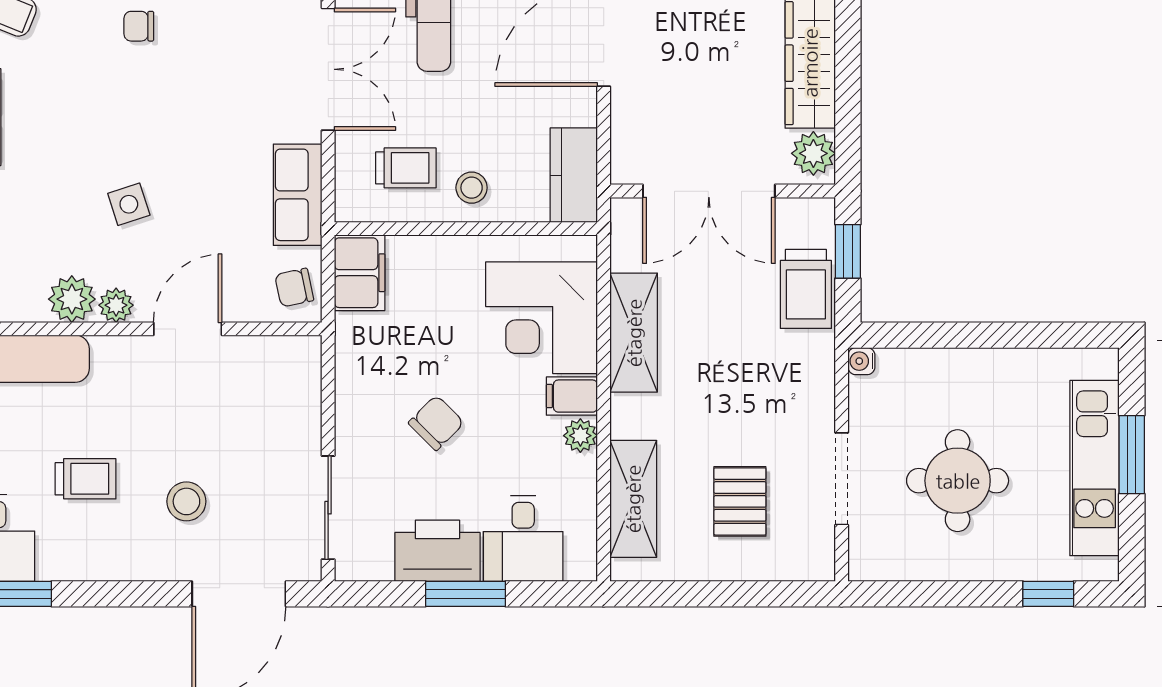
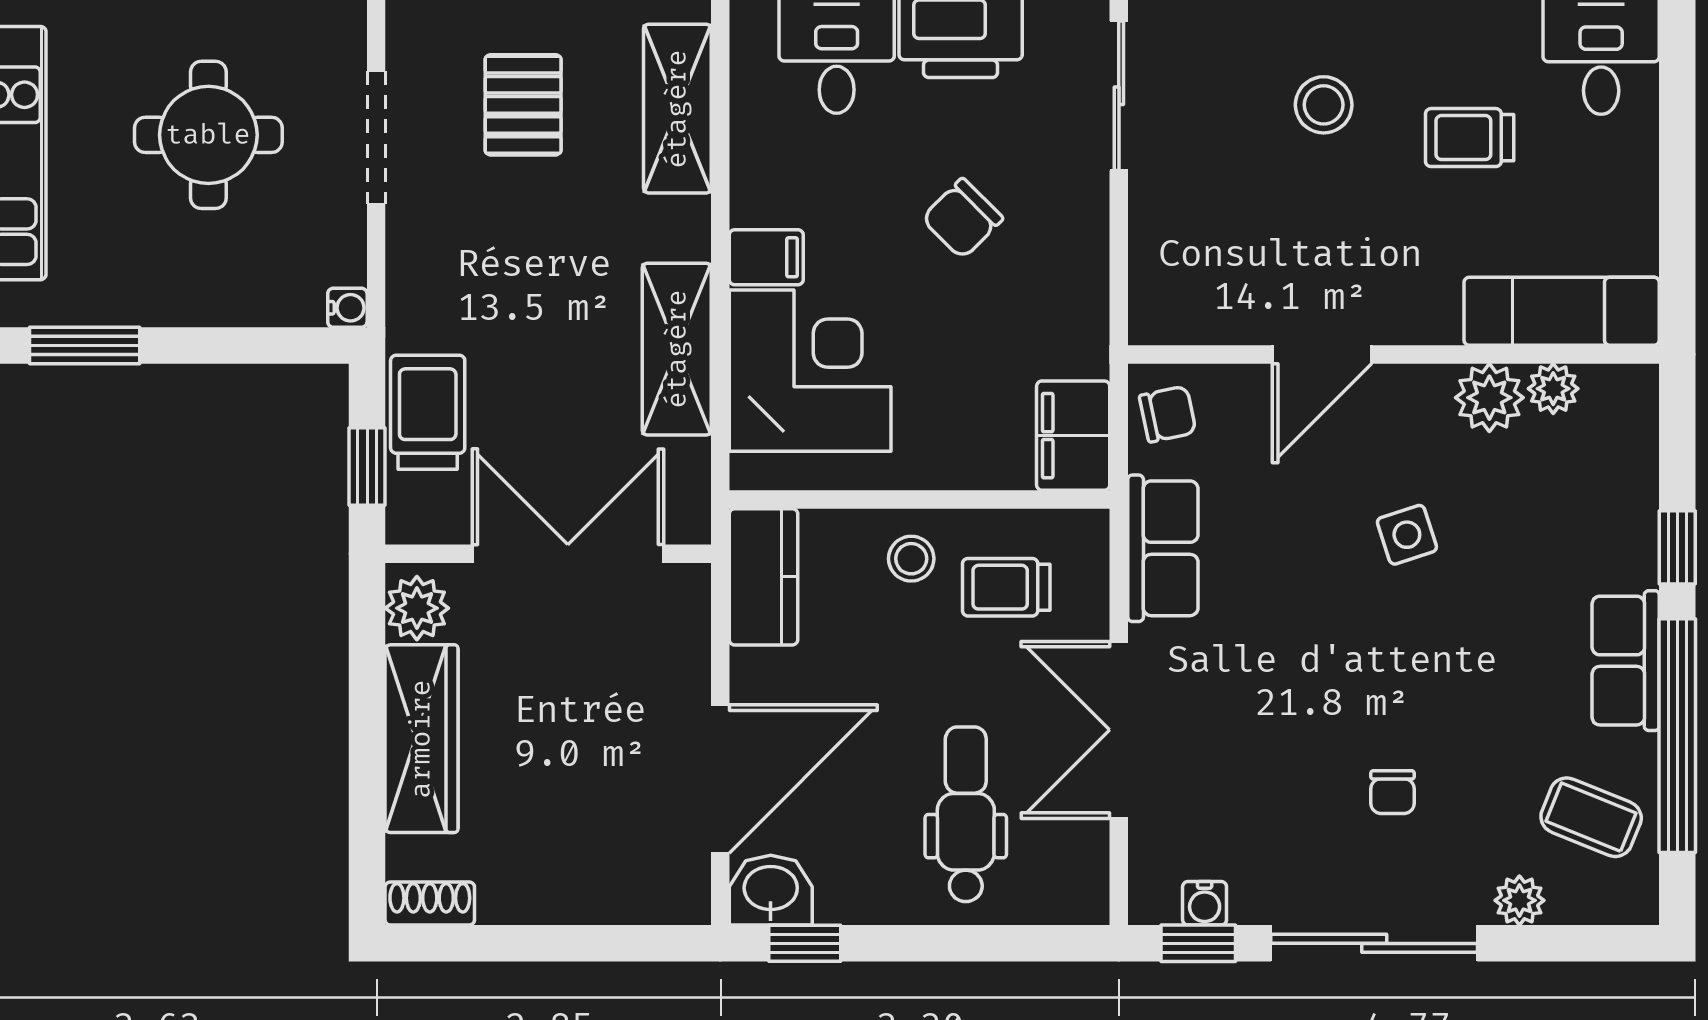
chair: (139, 26) -> (1392, 792), turned 90
plant: (116, 305) -> (1553, 389), moved
window: (1043, 335) -> (85, 345), added
plant: (580, 436) -> (754, 200), removed

